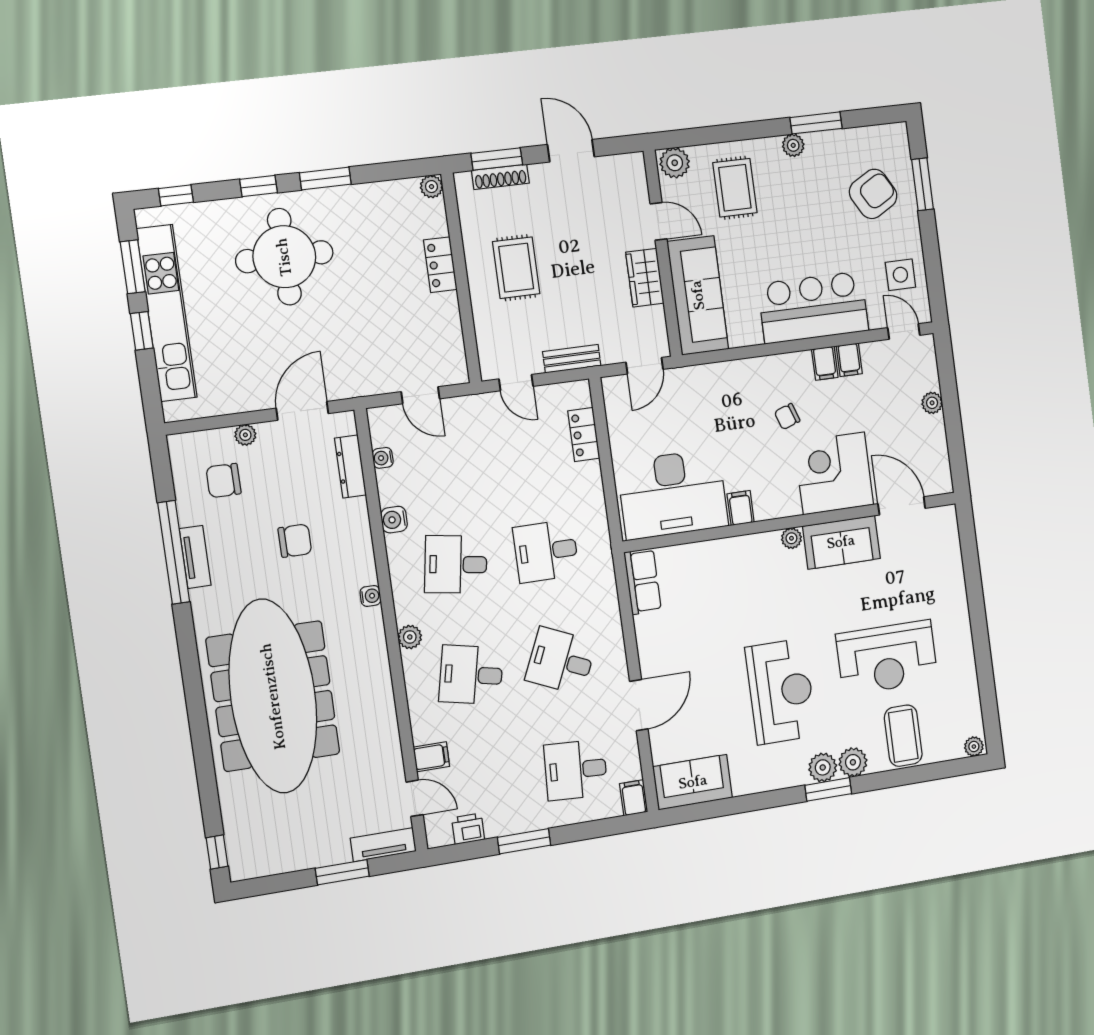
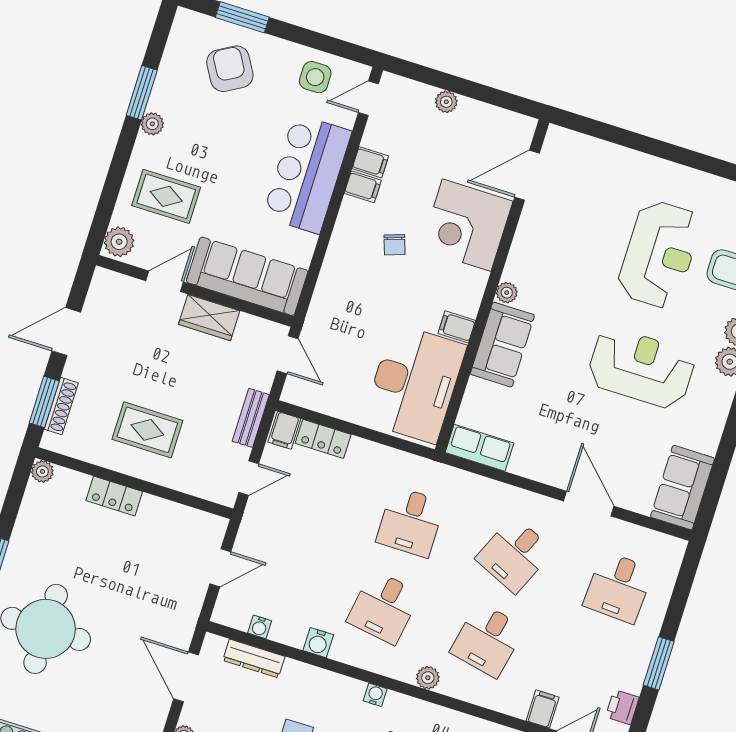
sofa: (841, 542) -> (502, 345), moved
filing cabinet: (634, 798) -> (284, 430), moved, turned -90

